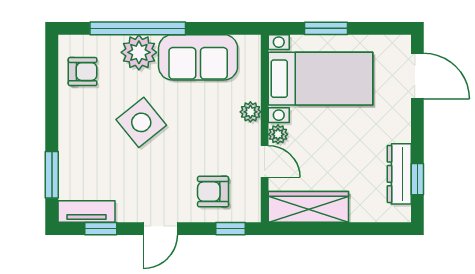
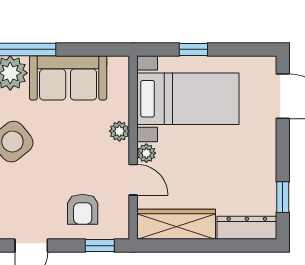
window: (326, 28) -> (193, 49), width x0.67
dresser: (399, 174) -> (247, 228), moved, turned 90
armchair: (213, 192) -> (83, 209), turned -90

